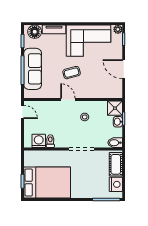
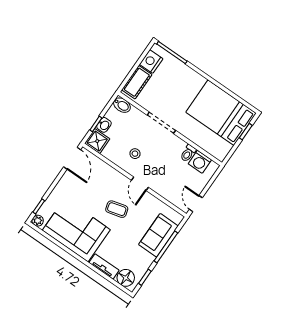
sofa: (33, 69) -> (158, 235), width x0.73
door: (124, 69) -> (72, 158), moved

